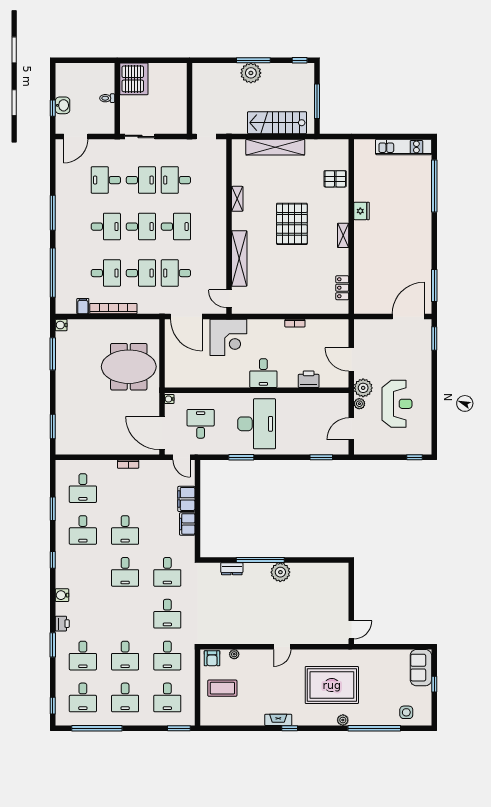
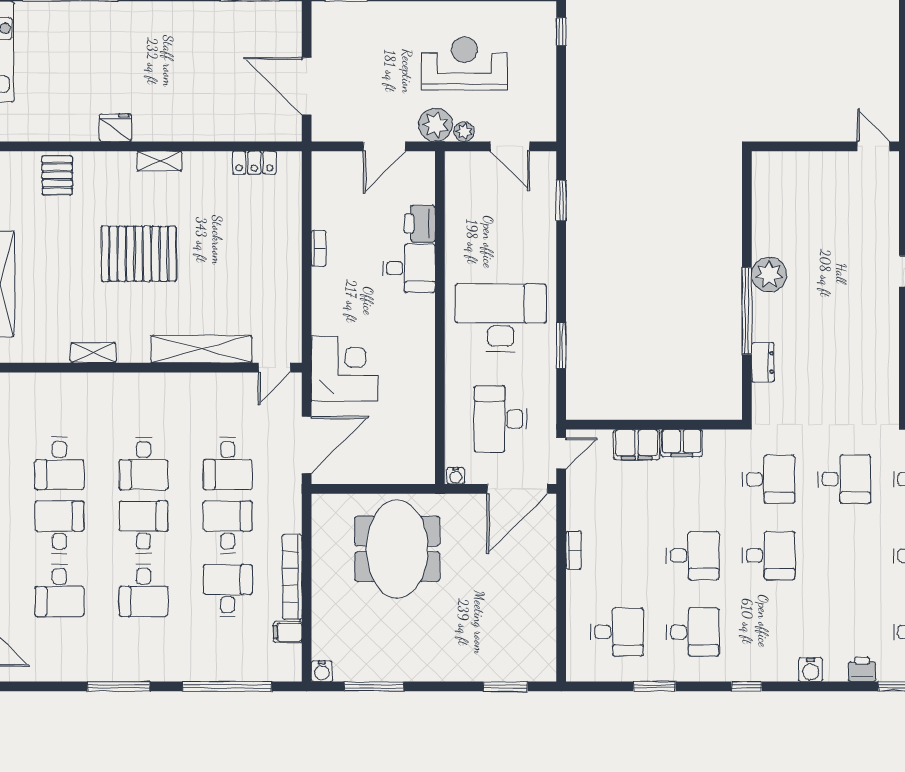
desk: (106, 227) -> (144, 590), turned 180
desk: (176, 227) -> (144, 464), turned 180
door: (408, 317) -> (307, 86), moved
desk: (263, 373) -> (409, 268), moved
desk: (201, 424) -> (501, 419), width x1.37

